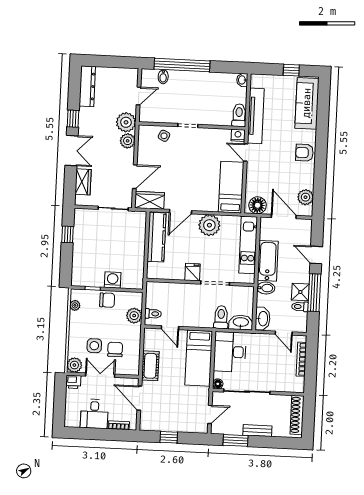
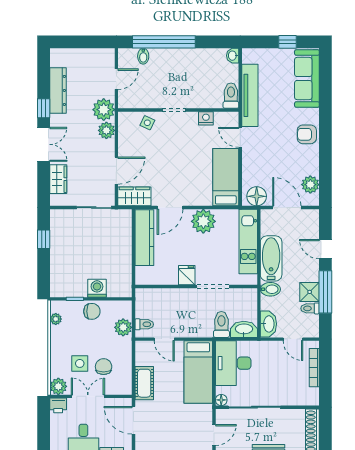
dresser: (87, 86) -> (58, 90), moved
nightstand: (238, 135) -> (206, 118), moved

